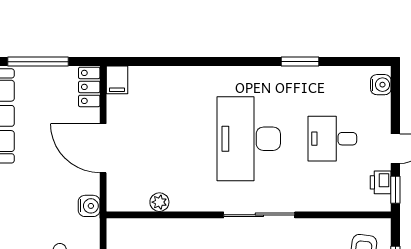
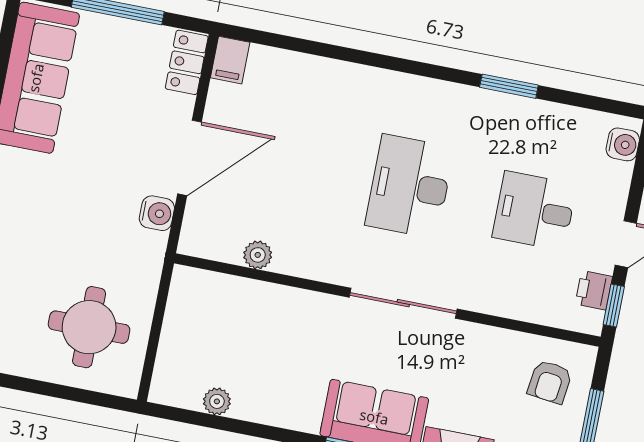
desk: (249, 139) -> (410, 186), width x0.73, depth x0.77
door: (103, 148) -> (190, 158), swing flipped
water cooler: (89, 206) -> (157, 213), moved

